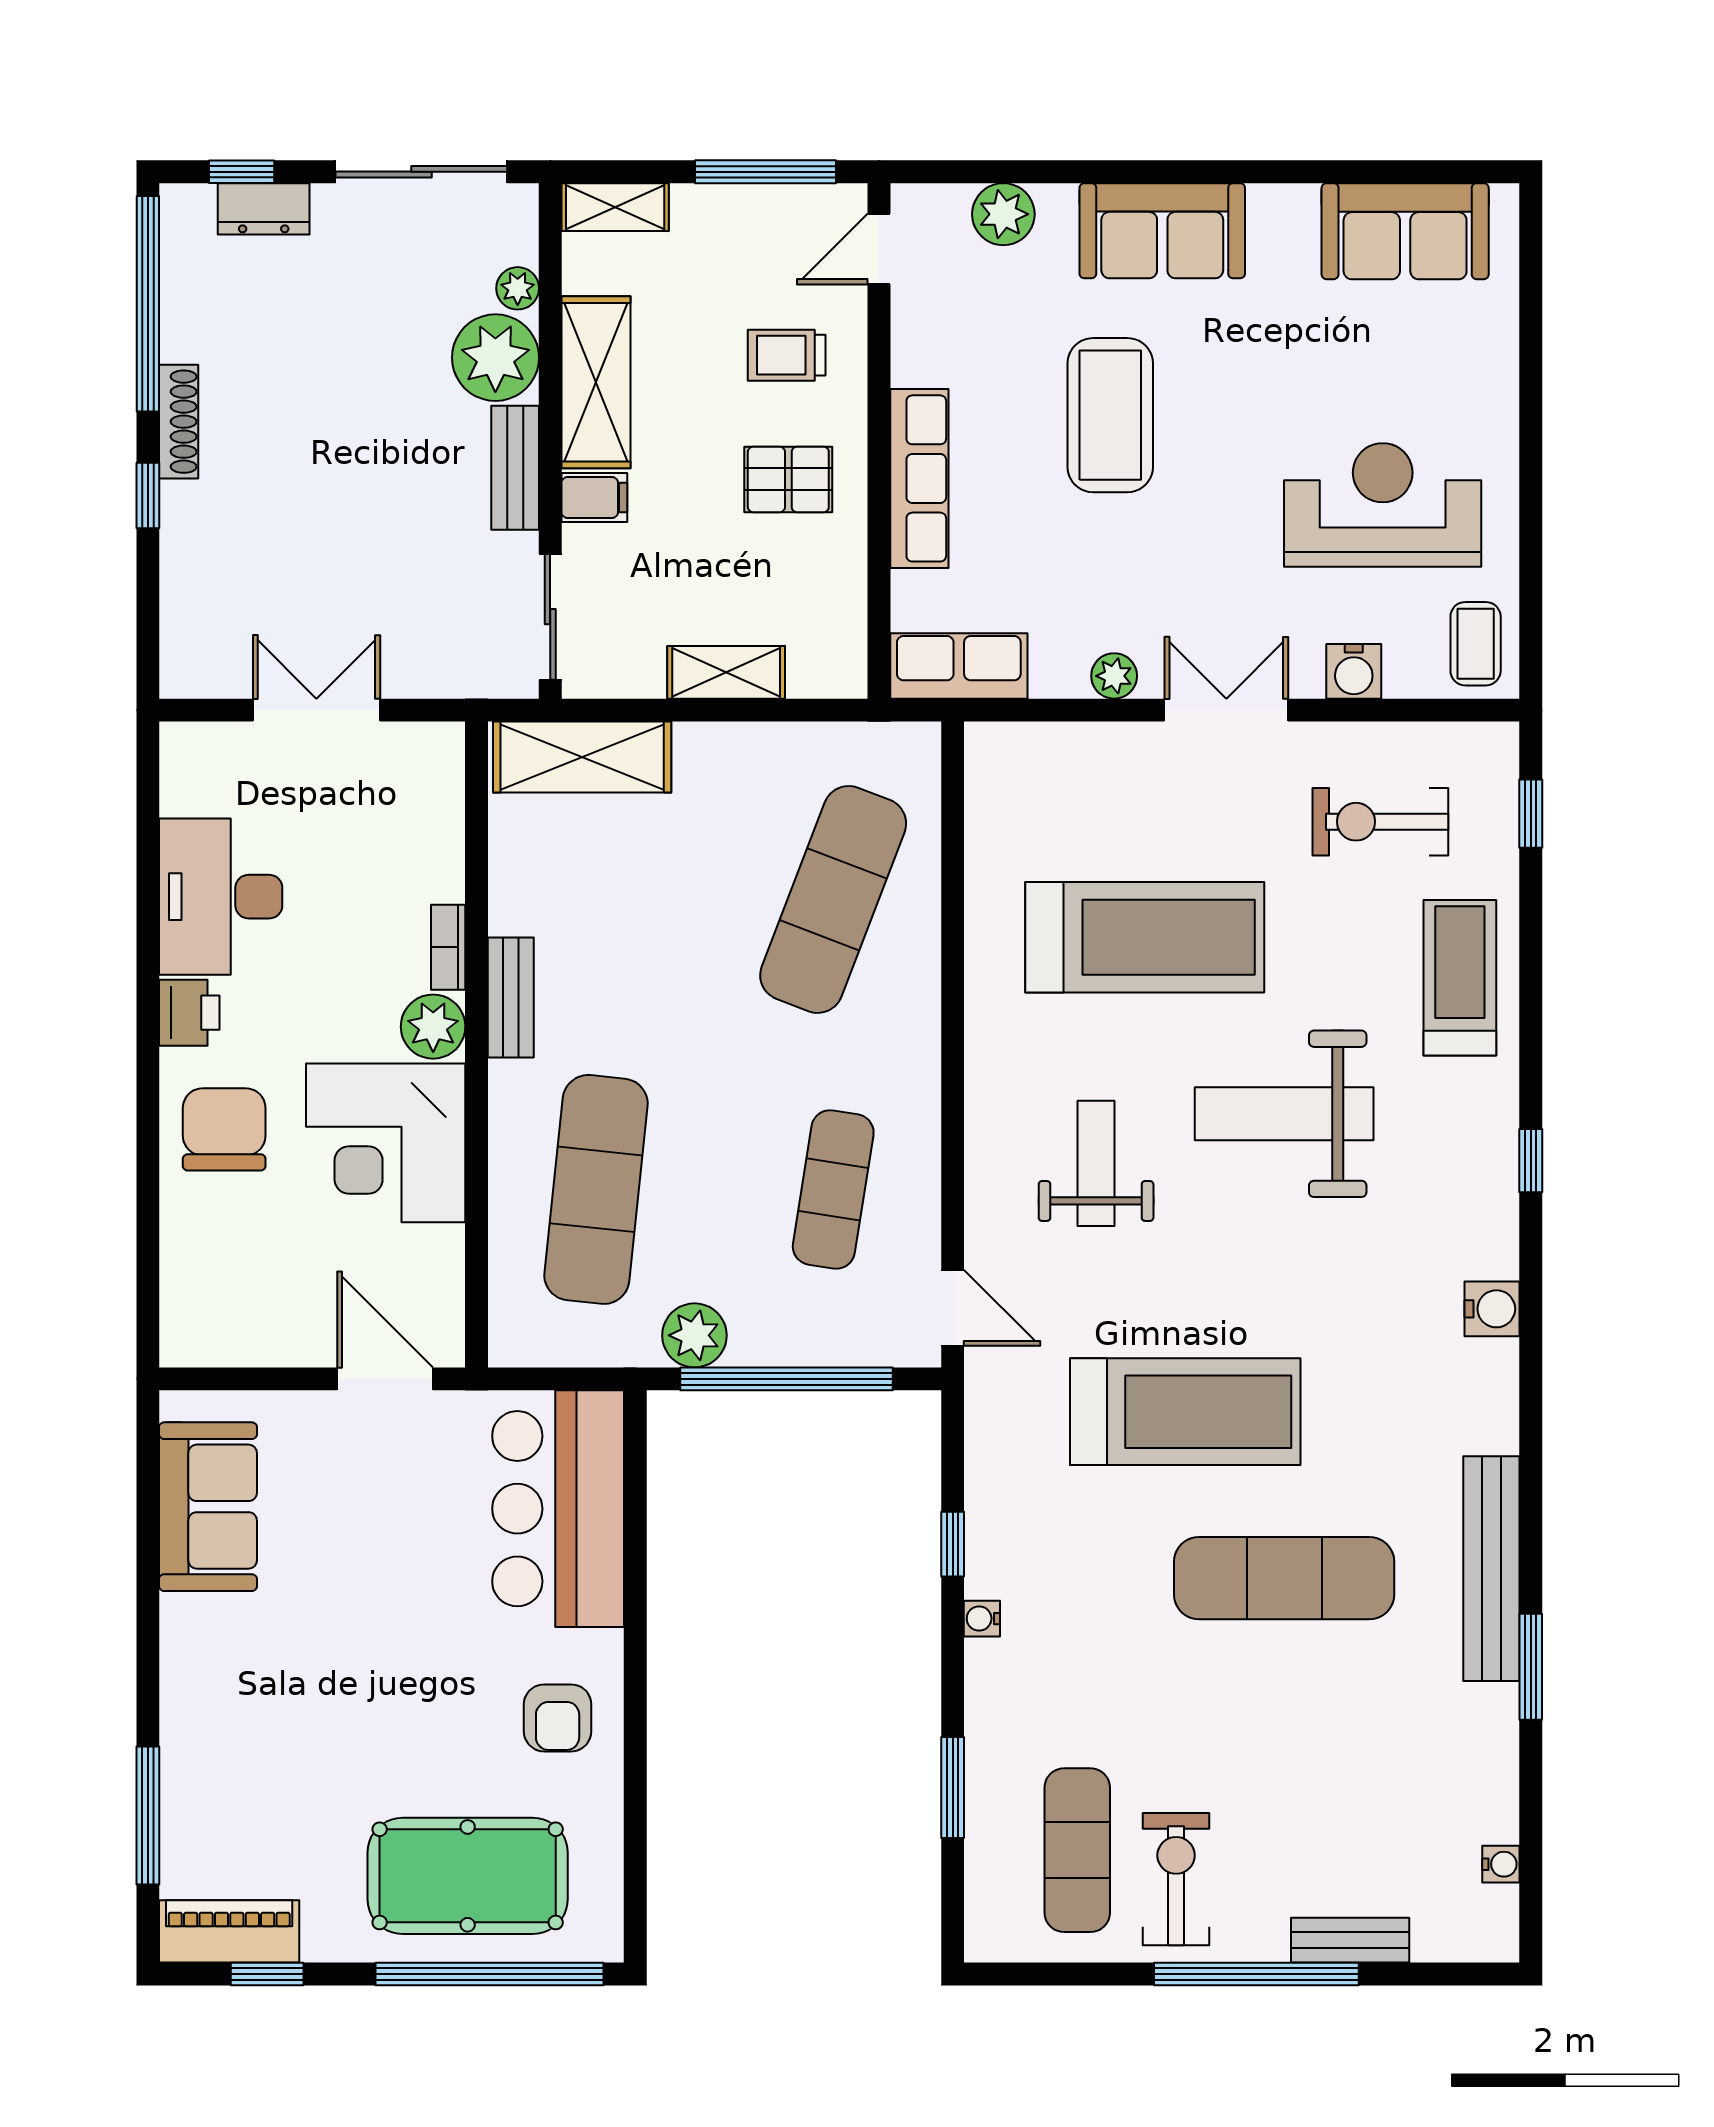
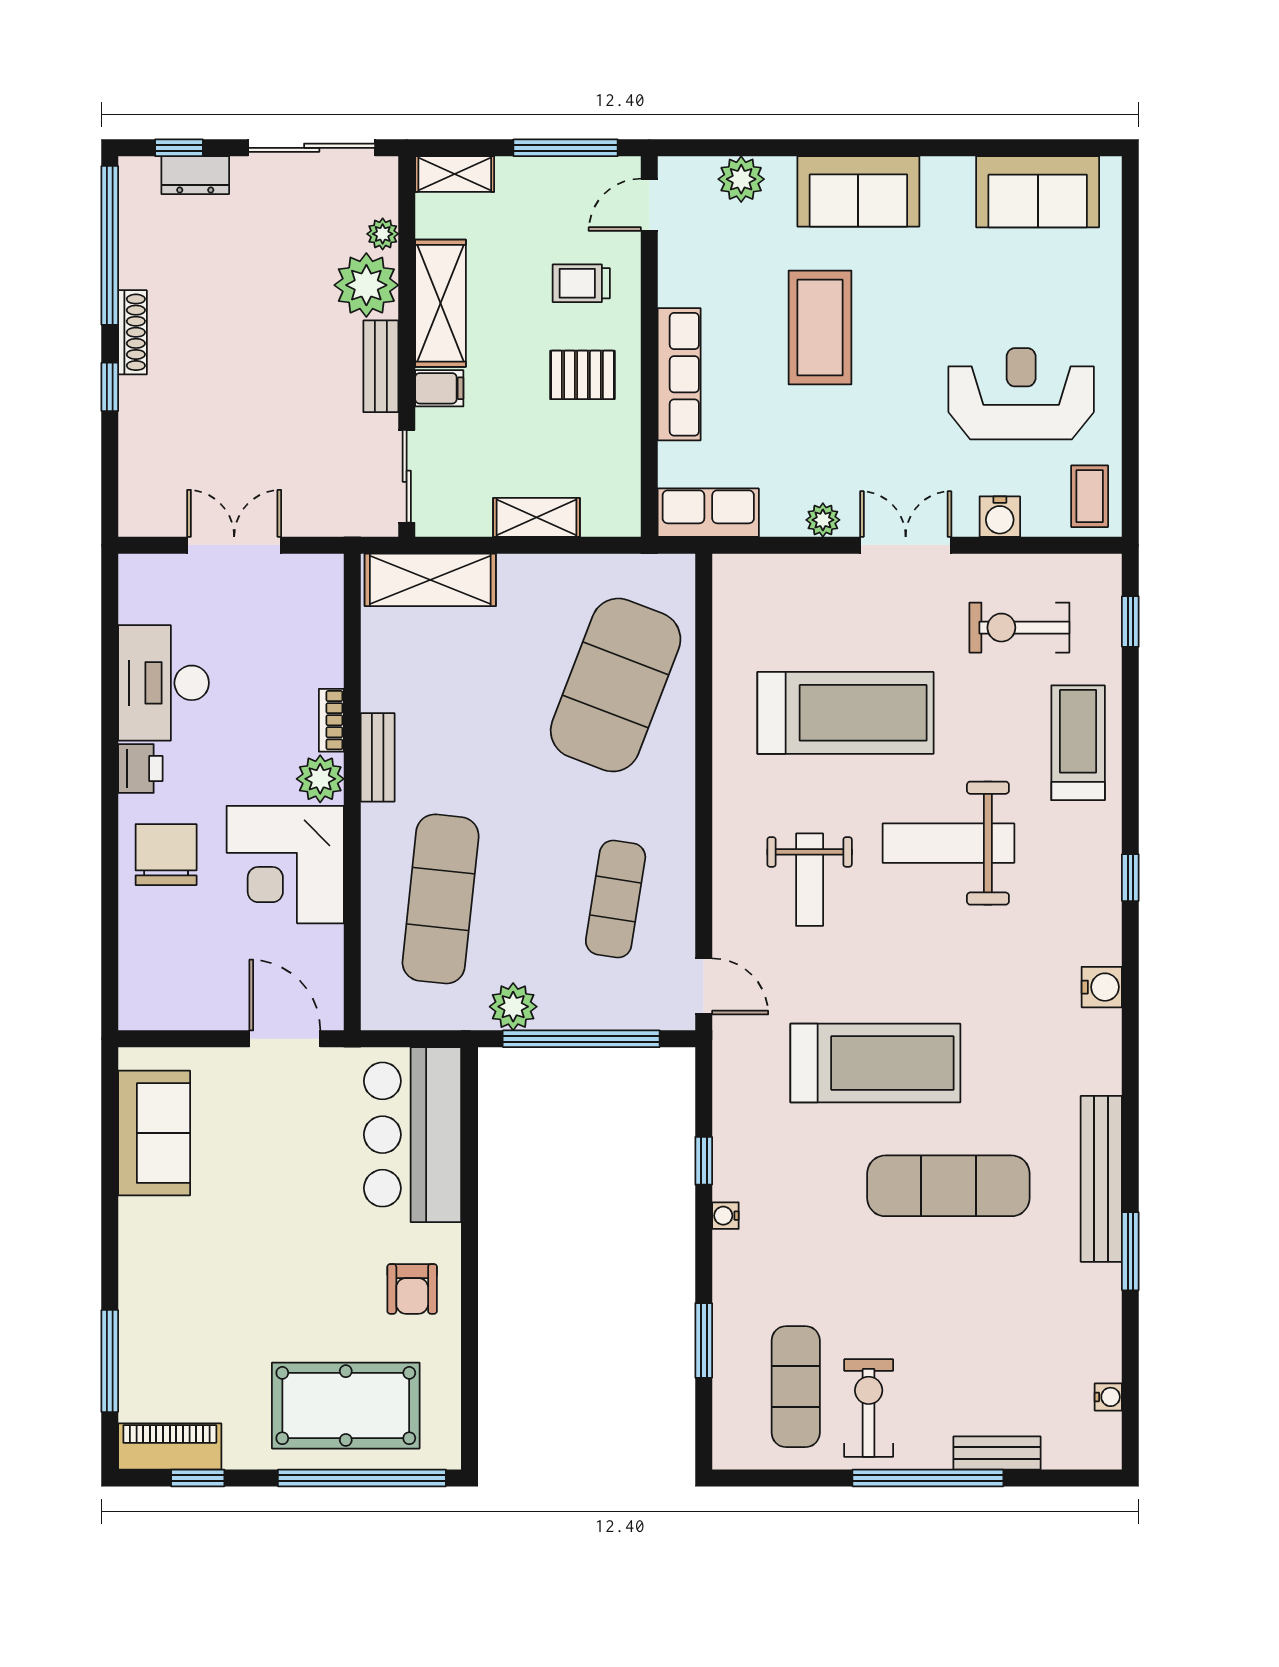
exercise mat: (833, 899) -> (616, 685), width x1.47
weight bench: (1096, 1163) -> (810, 880), turned 180

